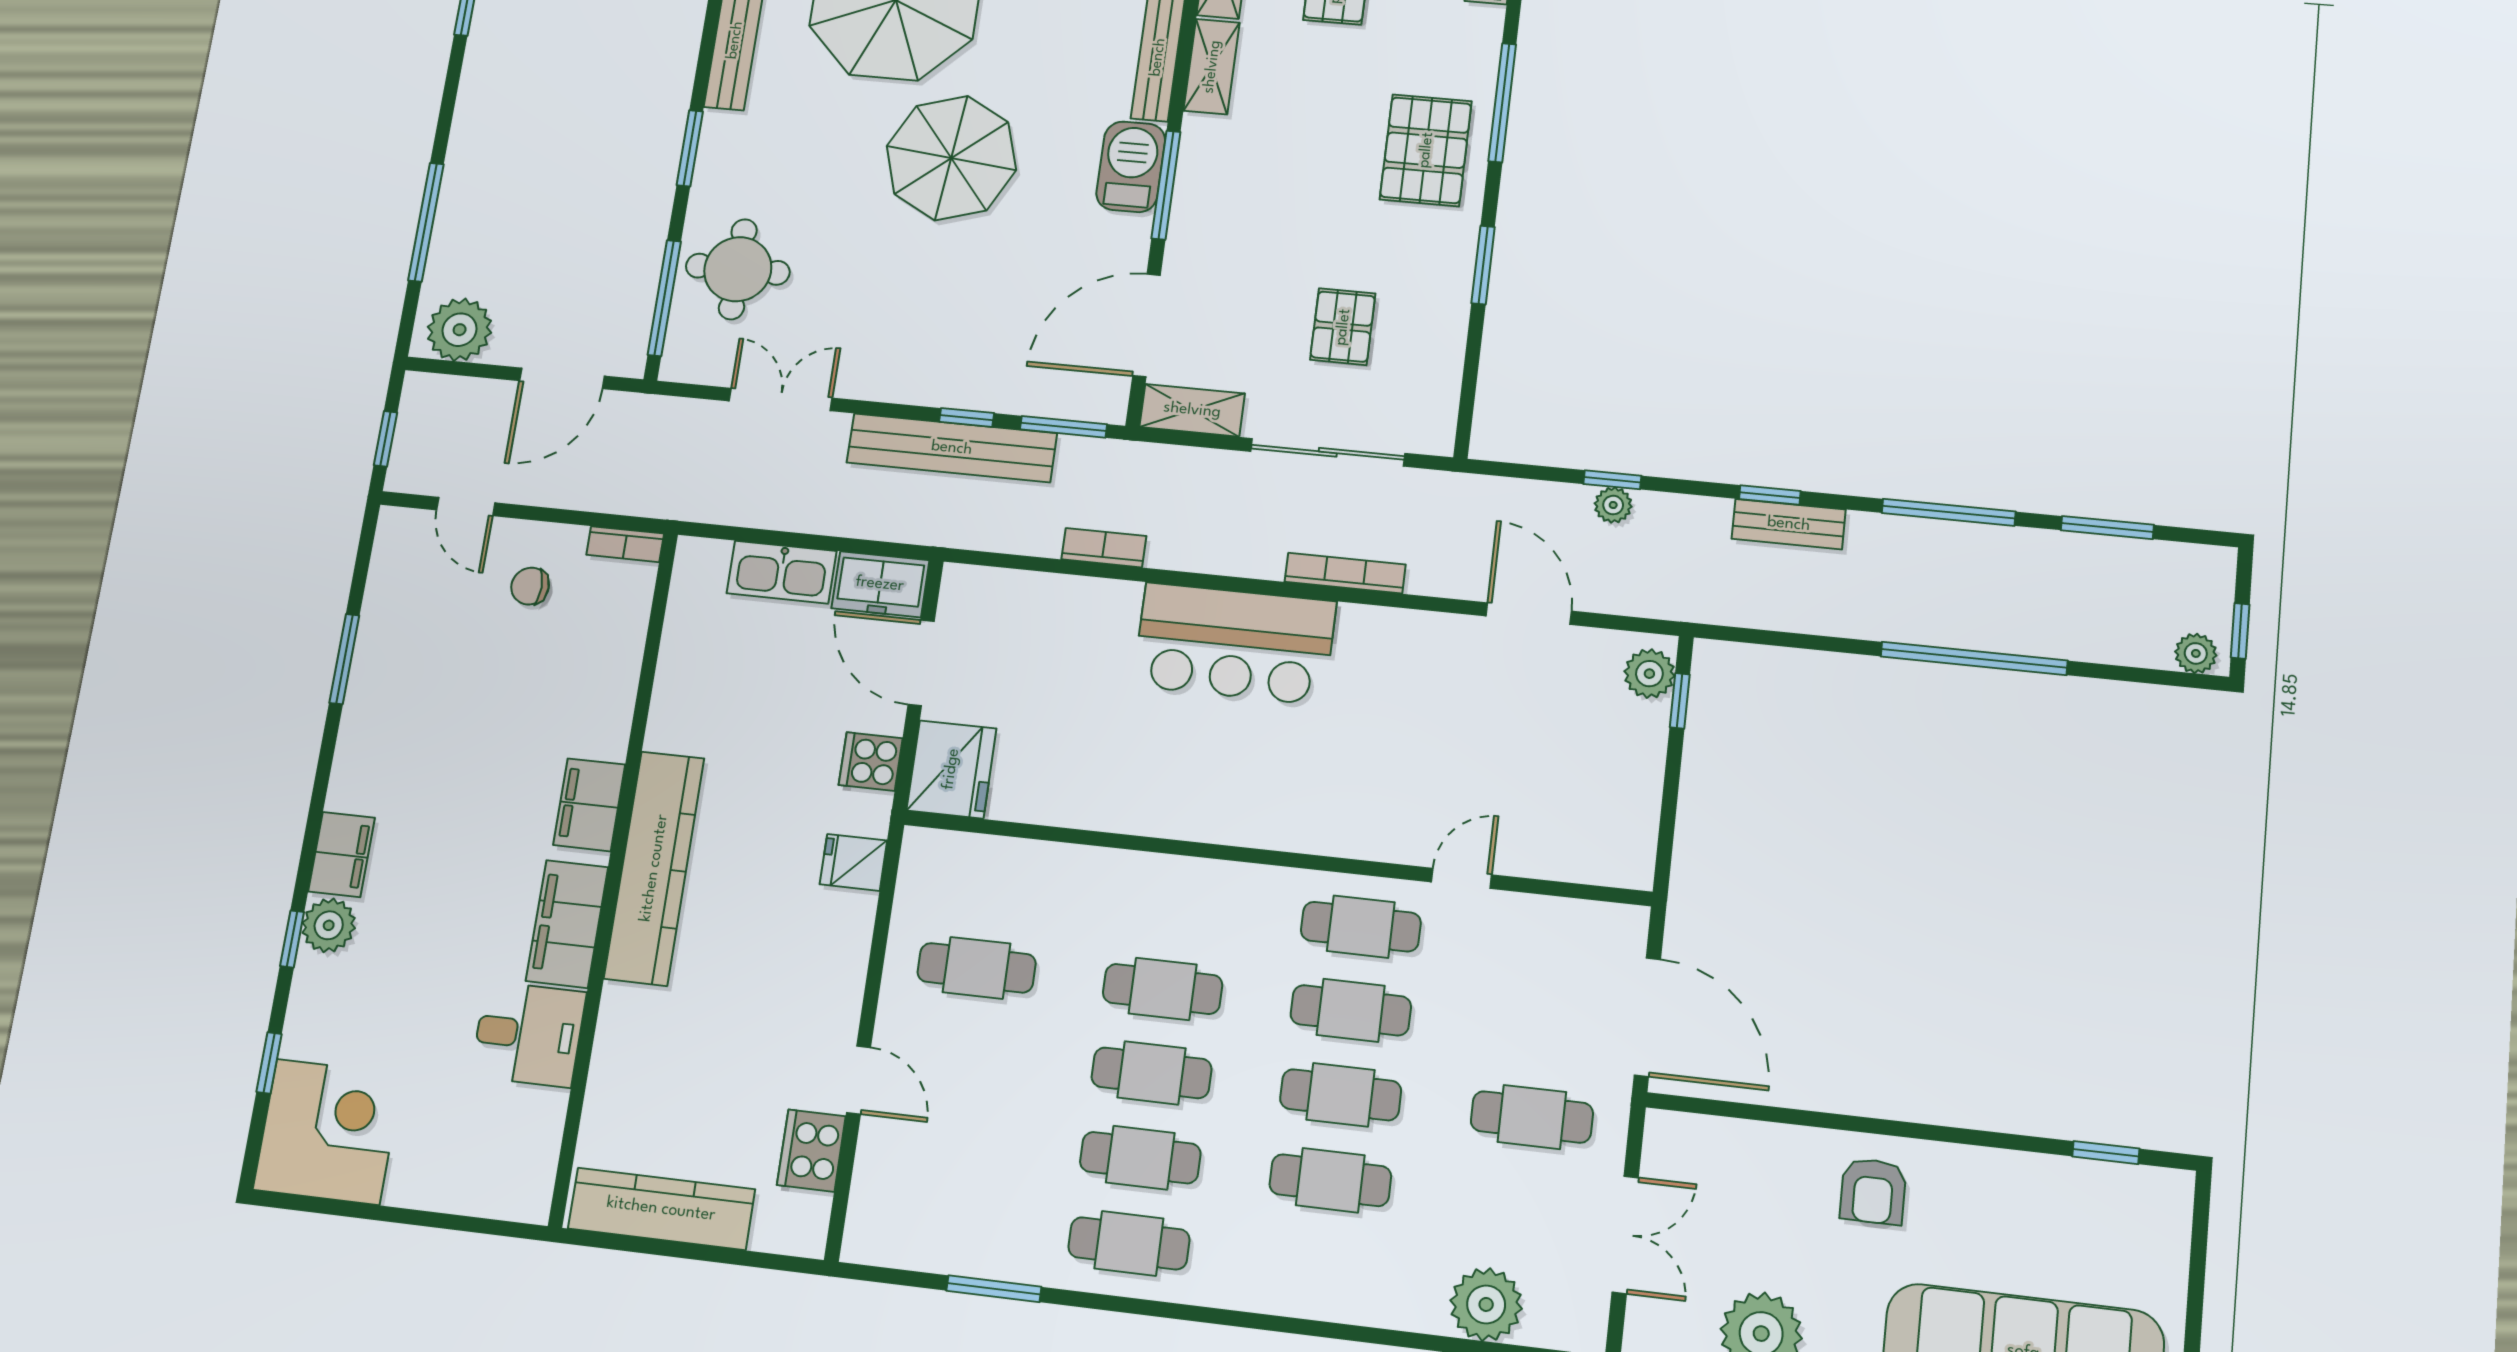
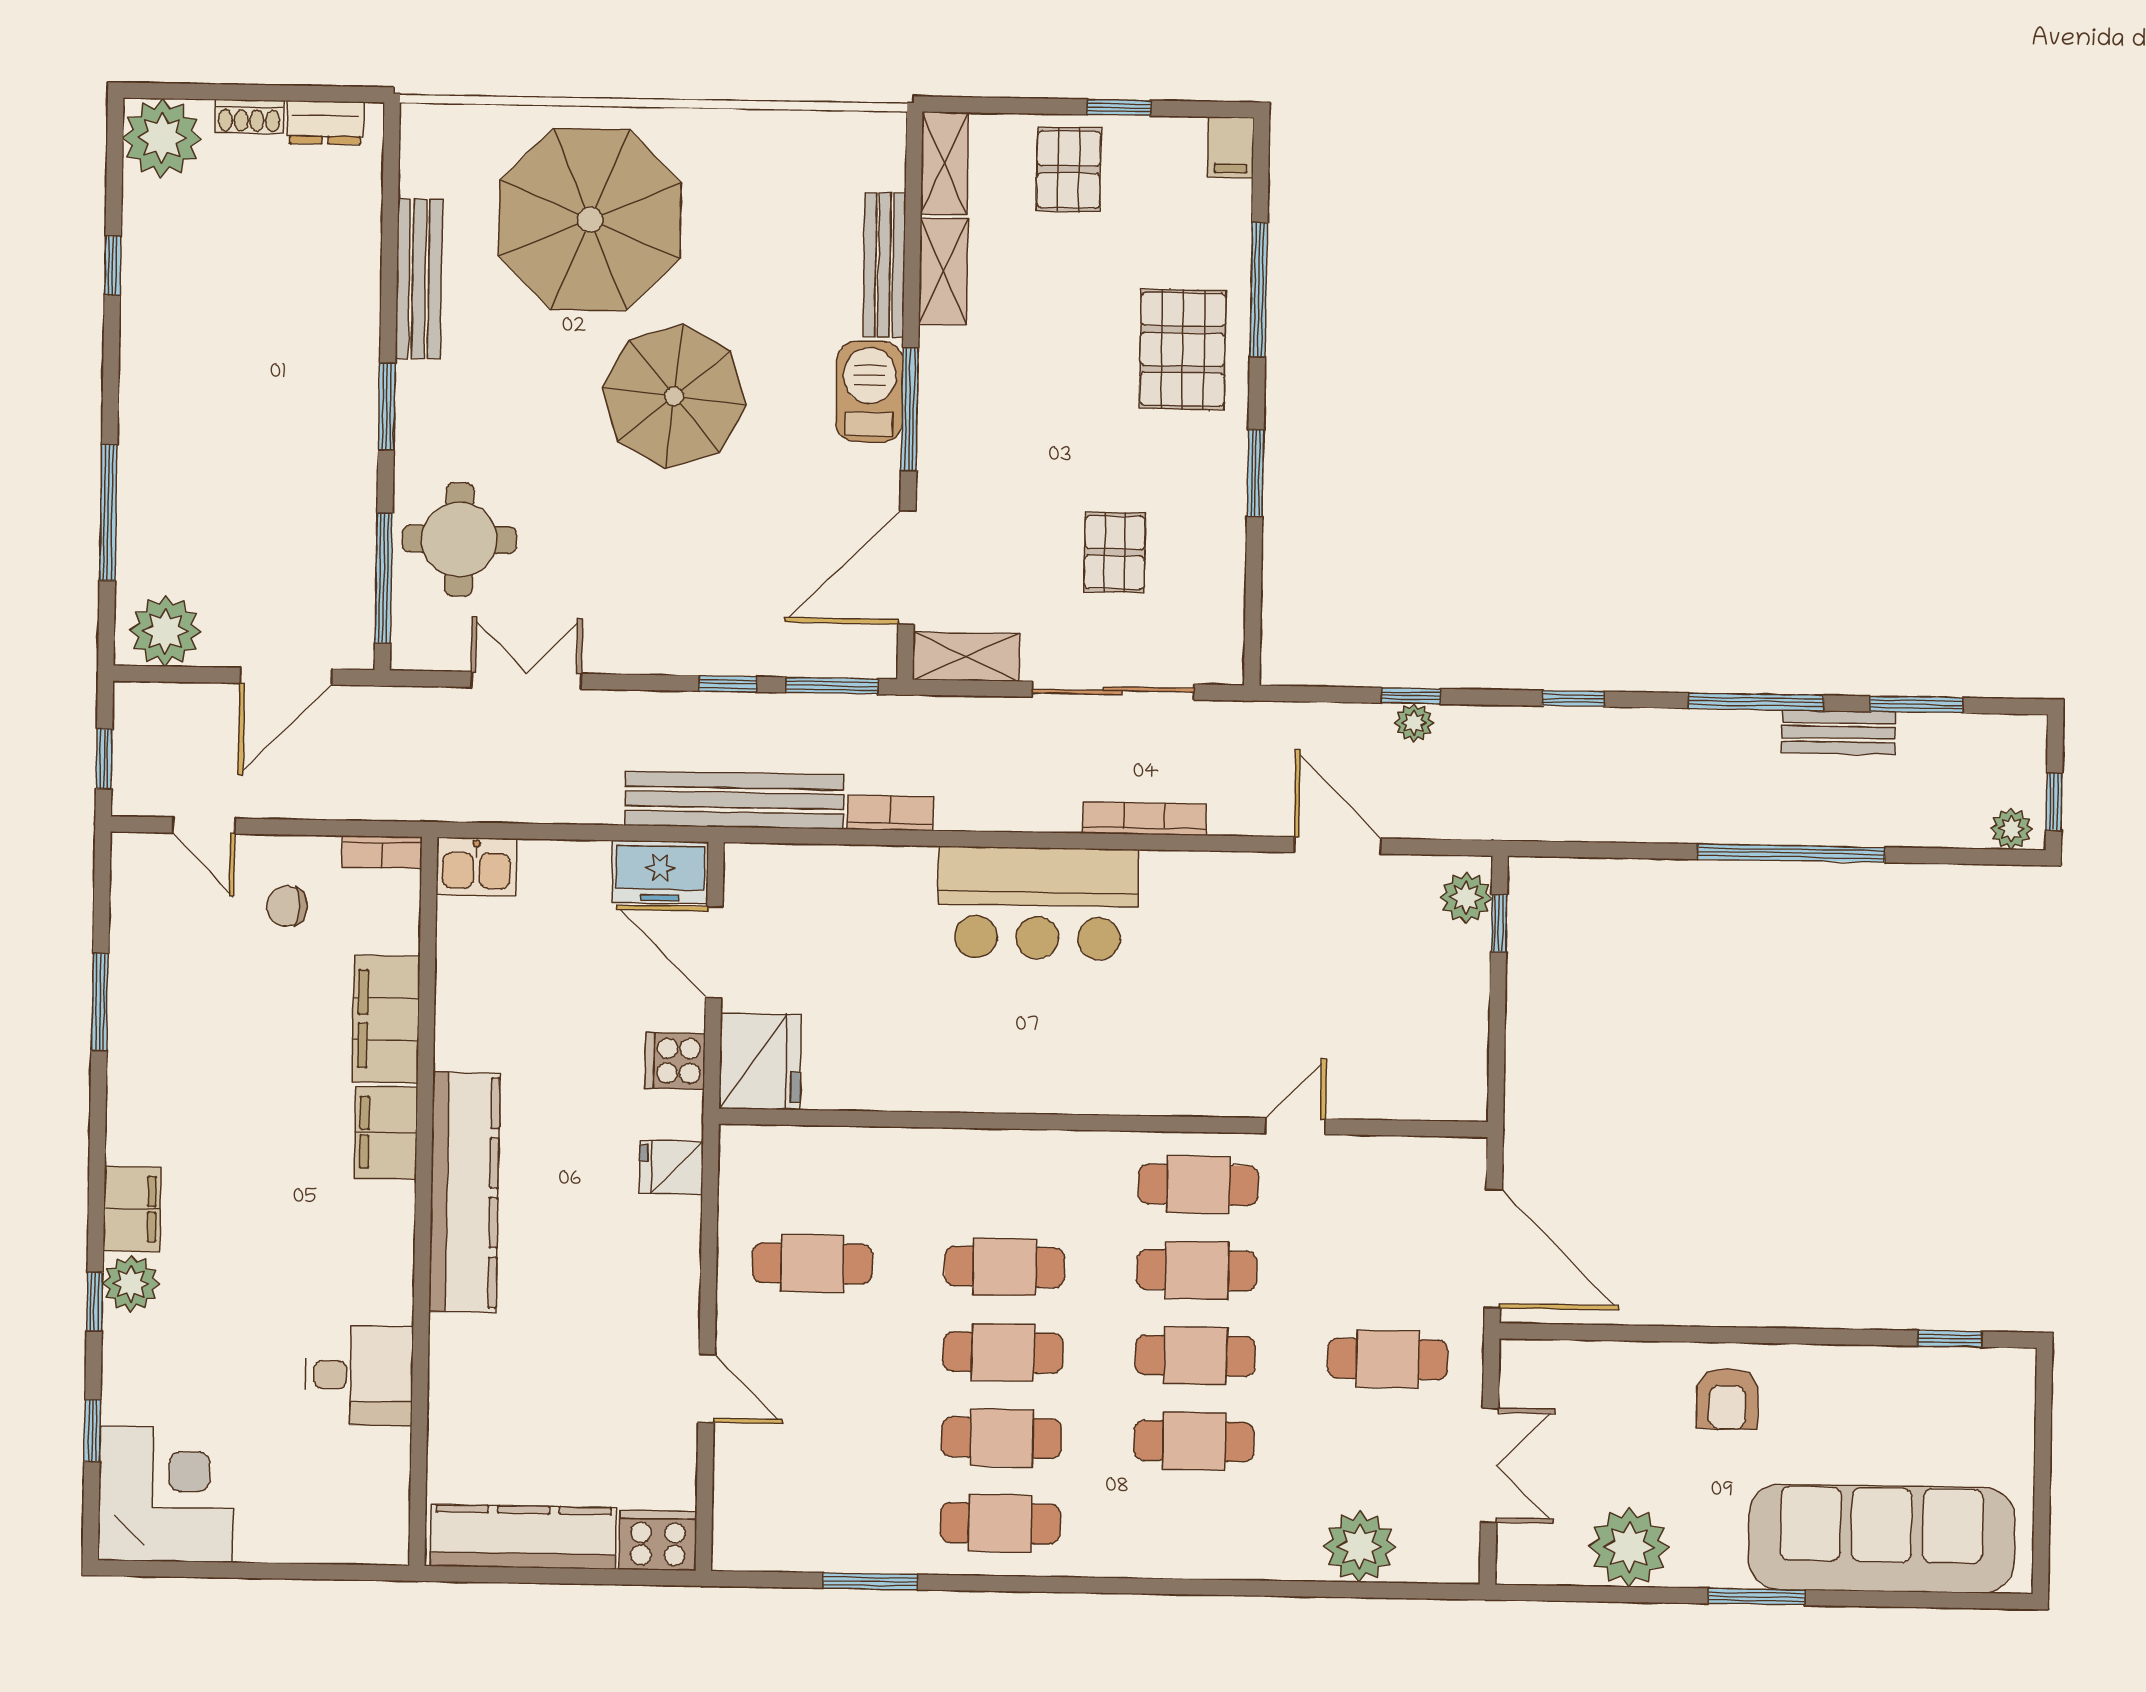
bench: (952, 448) -> (734, 800), moved
bench: (1789, 524) -> (1838, 732), moved
kitchen sink: (782, 572) -> (476, 867), moved, width x0.73
filing cabinet: (567, 924) -> (386, 1019), moved
cooker: (811, 1151) -> (658, 1540), moved, turned 90

